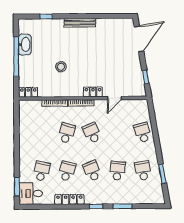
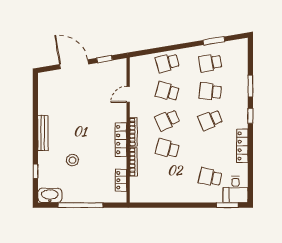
door: (139, 39) -> (74, 64), moved
washbasin: (25, 45) -> (50, 195), moved
stool: (61, 67) -> (72, 160), moved
locker: (28, 92) -> (121, 180), moved
locker: (93, 92) -> (121, 140), moved, width x1.53
door: (114, 98) -> (128, 94), swing flipped
school desk: (67, 171) -> (167, 91), moved

